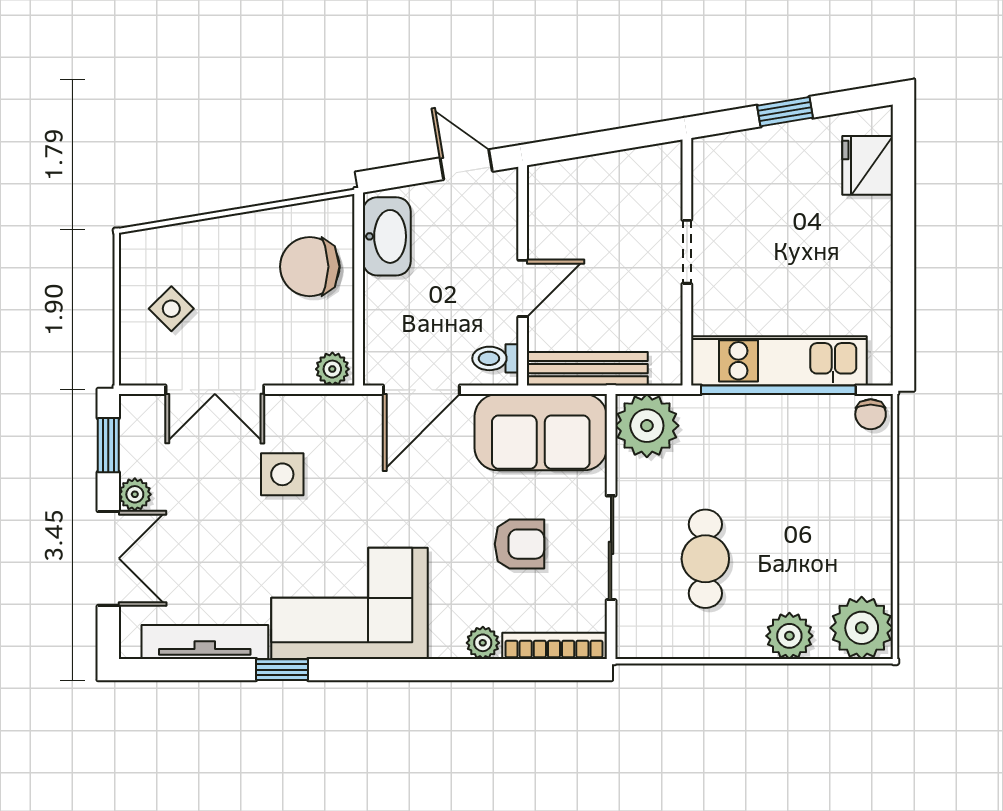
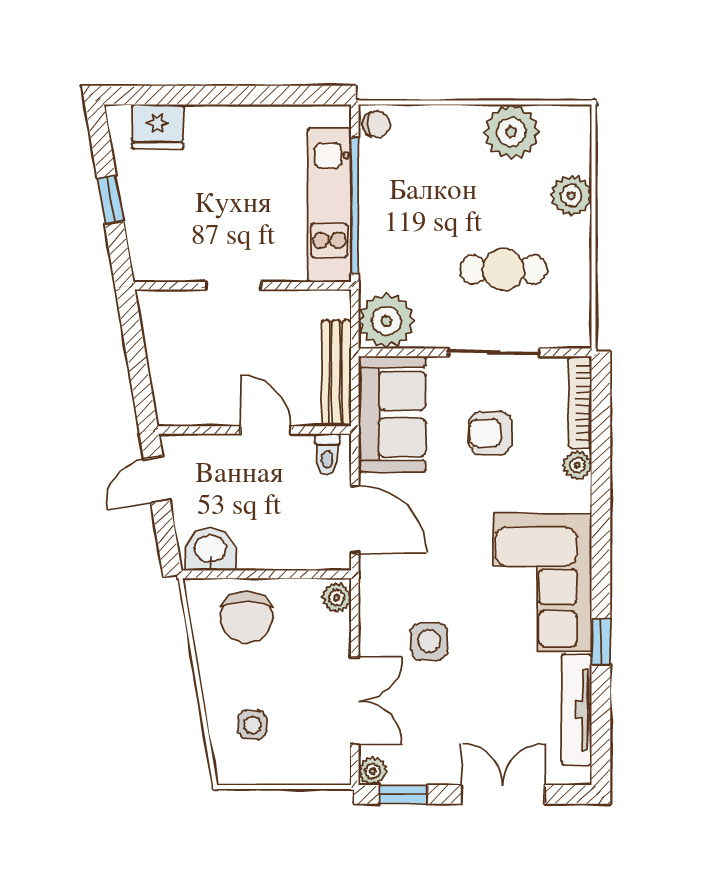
washbasin: (387, 236) -> (210, 550), width x0.72
side table: (171, 309) -> (252, 725), moved, turned 45
plant: (135, 494) -> (373, 771), moved
armchair: (519, 544) -> (490, 433), turned -90
plant: (862, 628) -> (511, 132), moved

